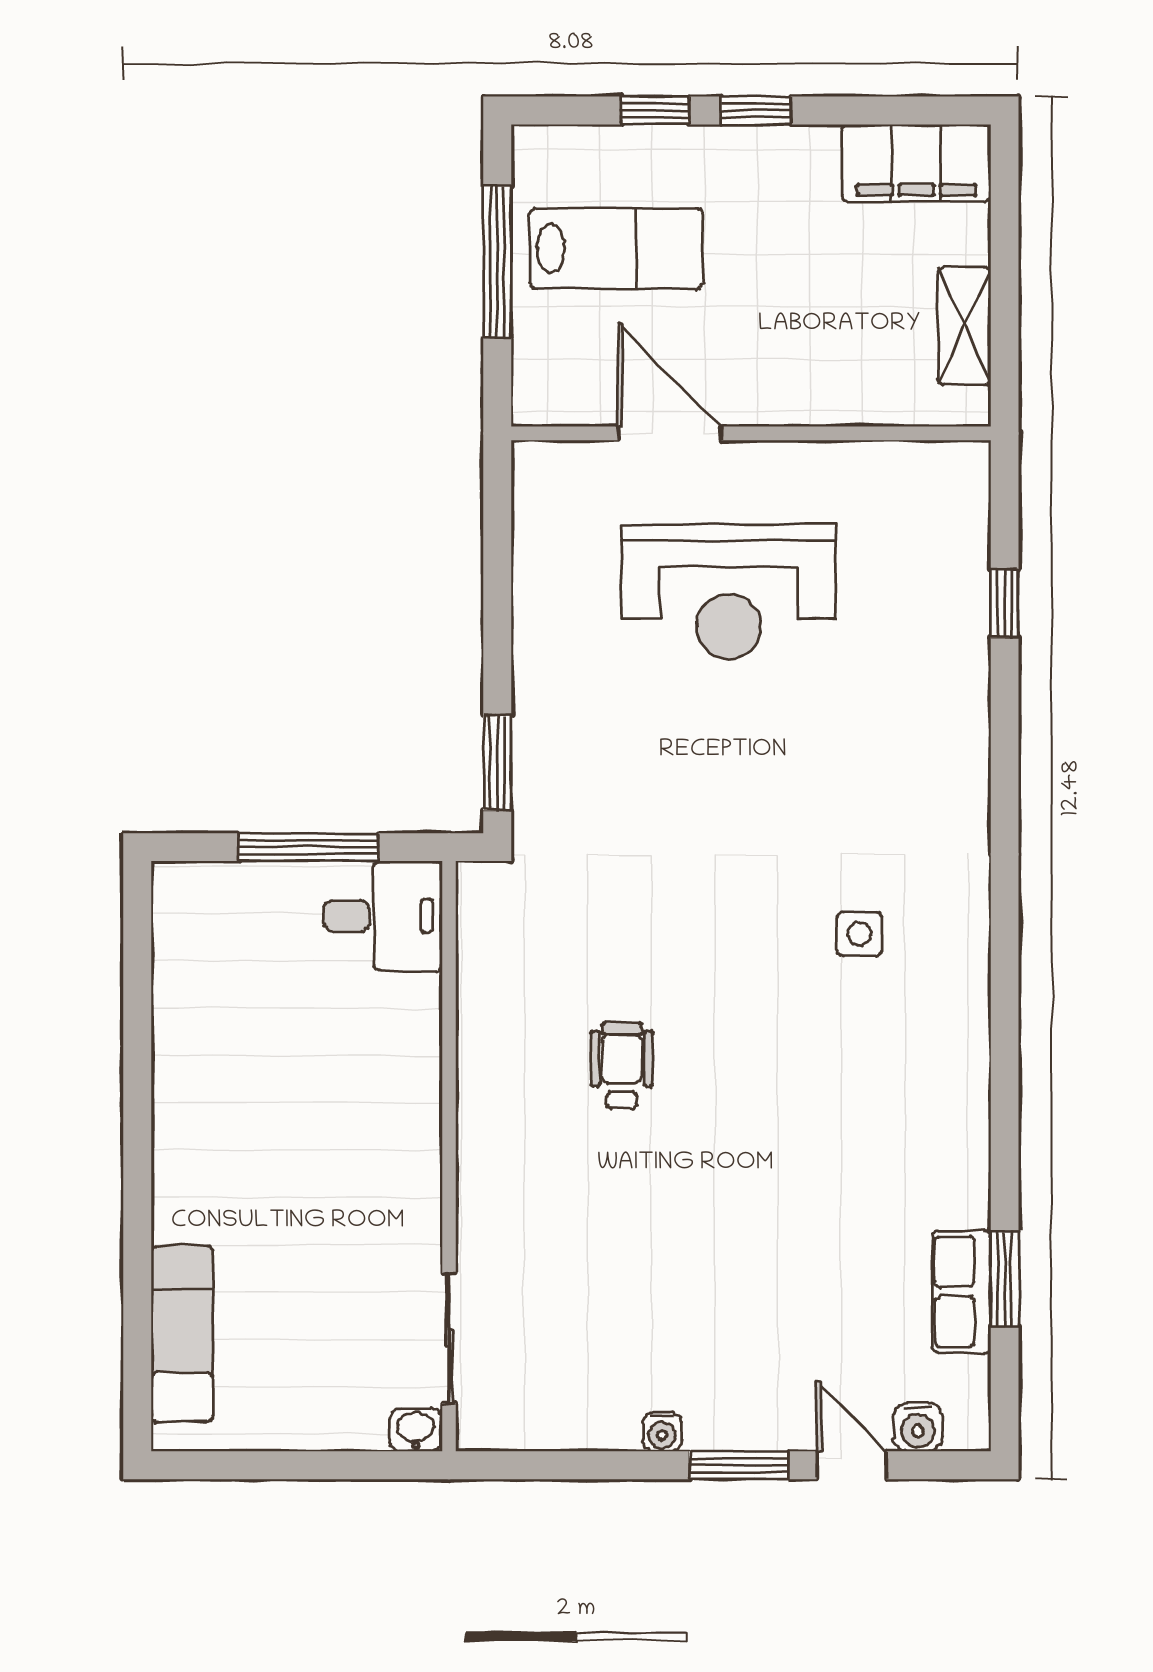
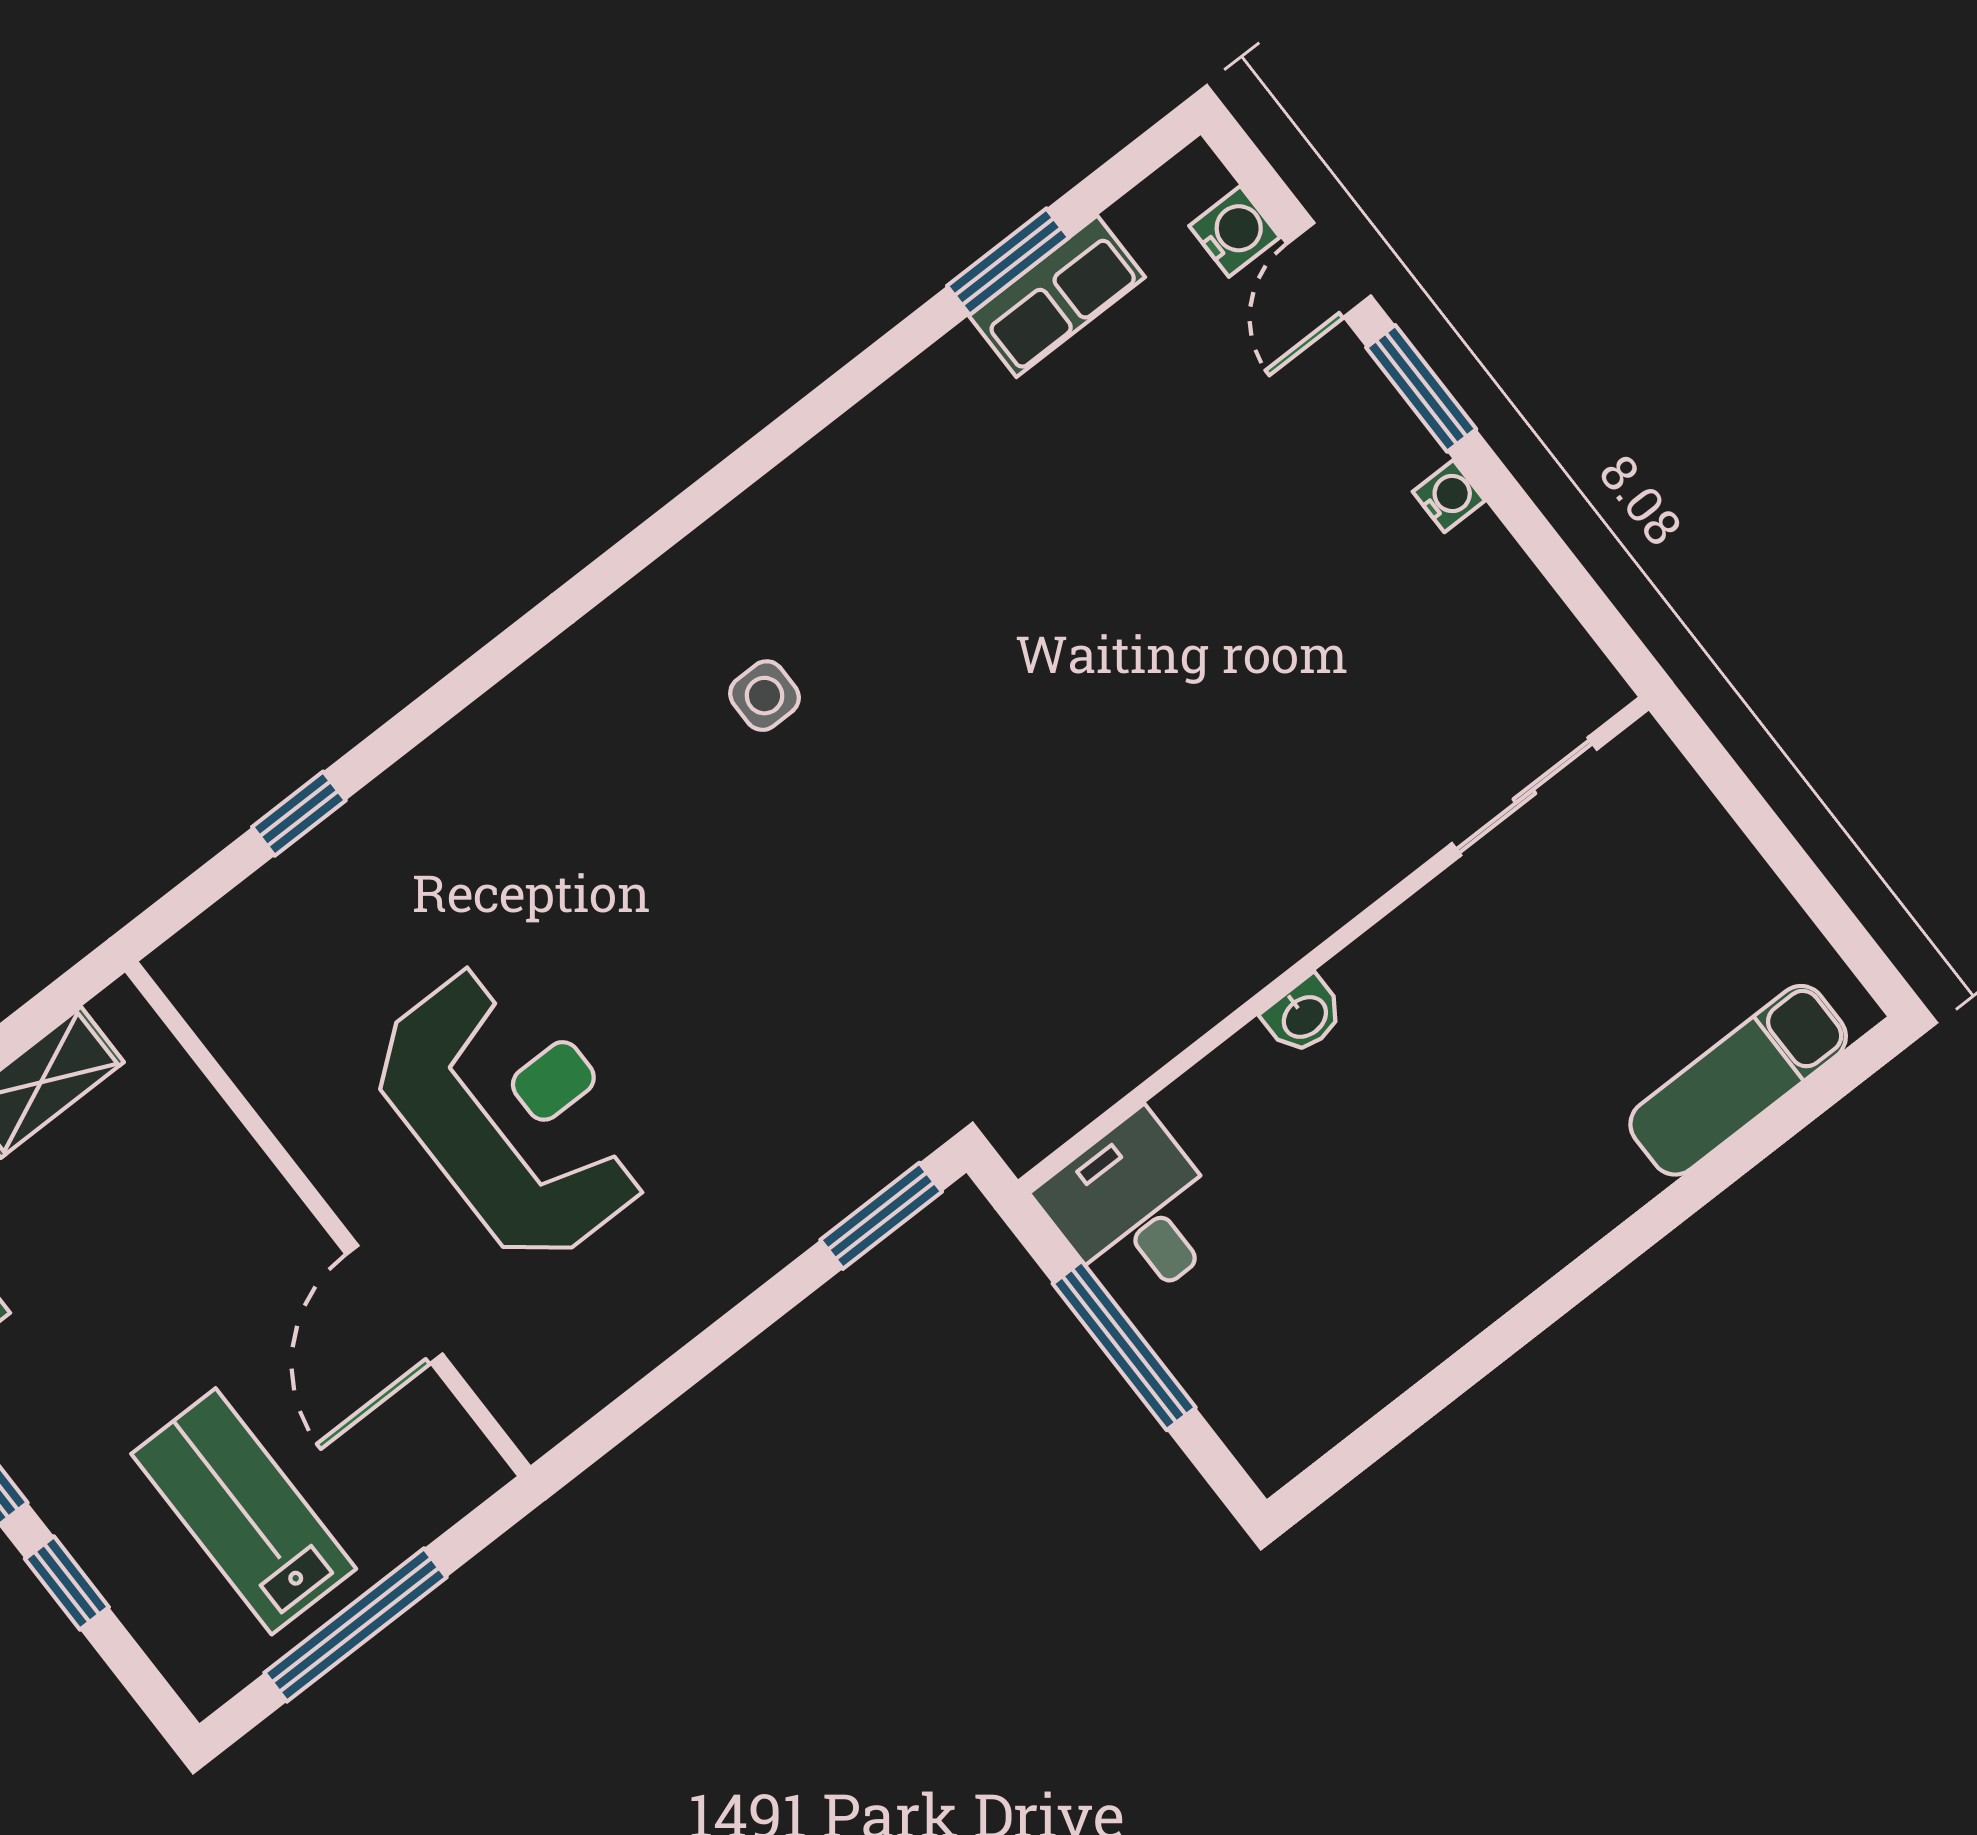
wheelchair: (622, 1066) -> (1097, 838), removed
washbasin: (416, 1430) -> (1304, 1016), moved, turned -90

